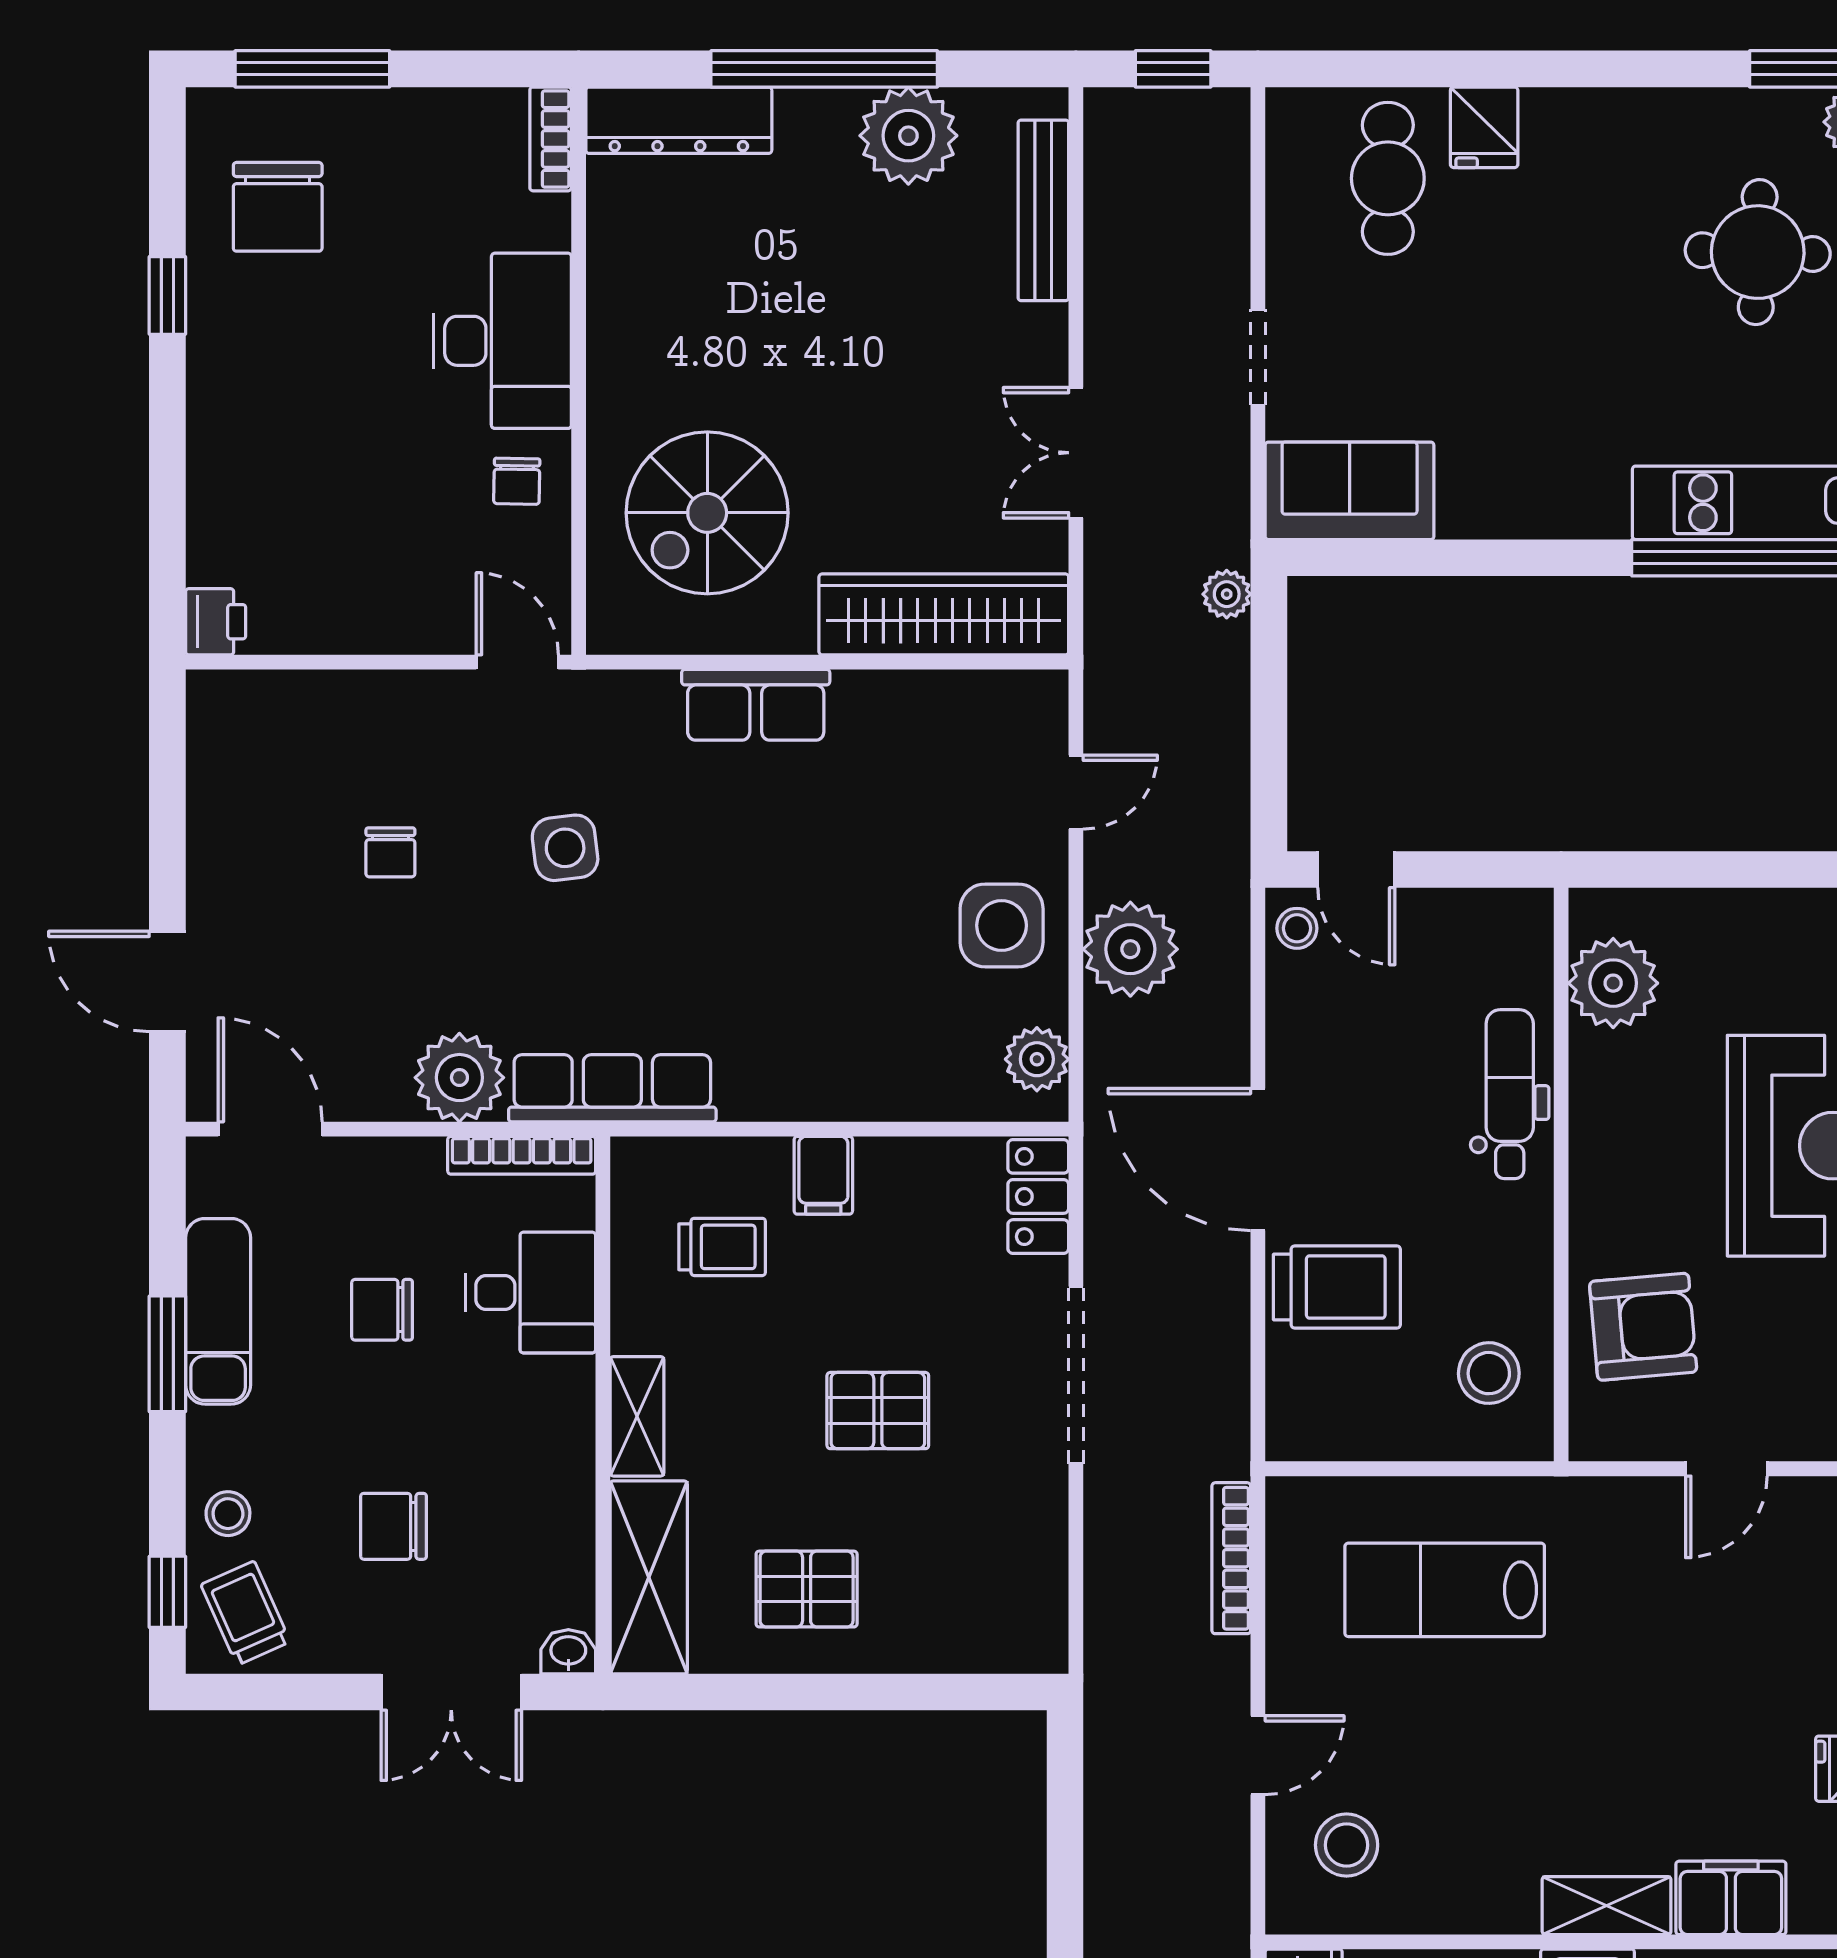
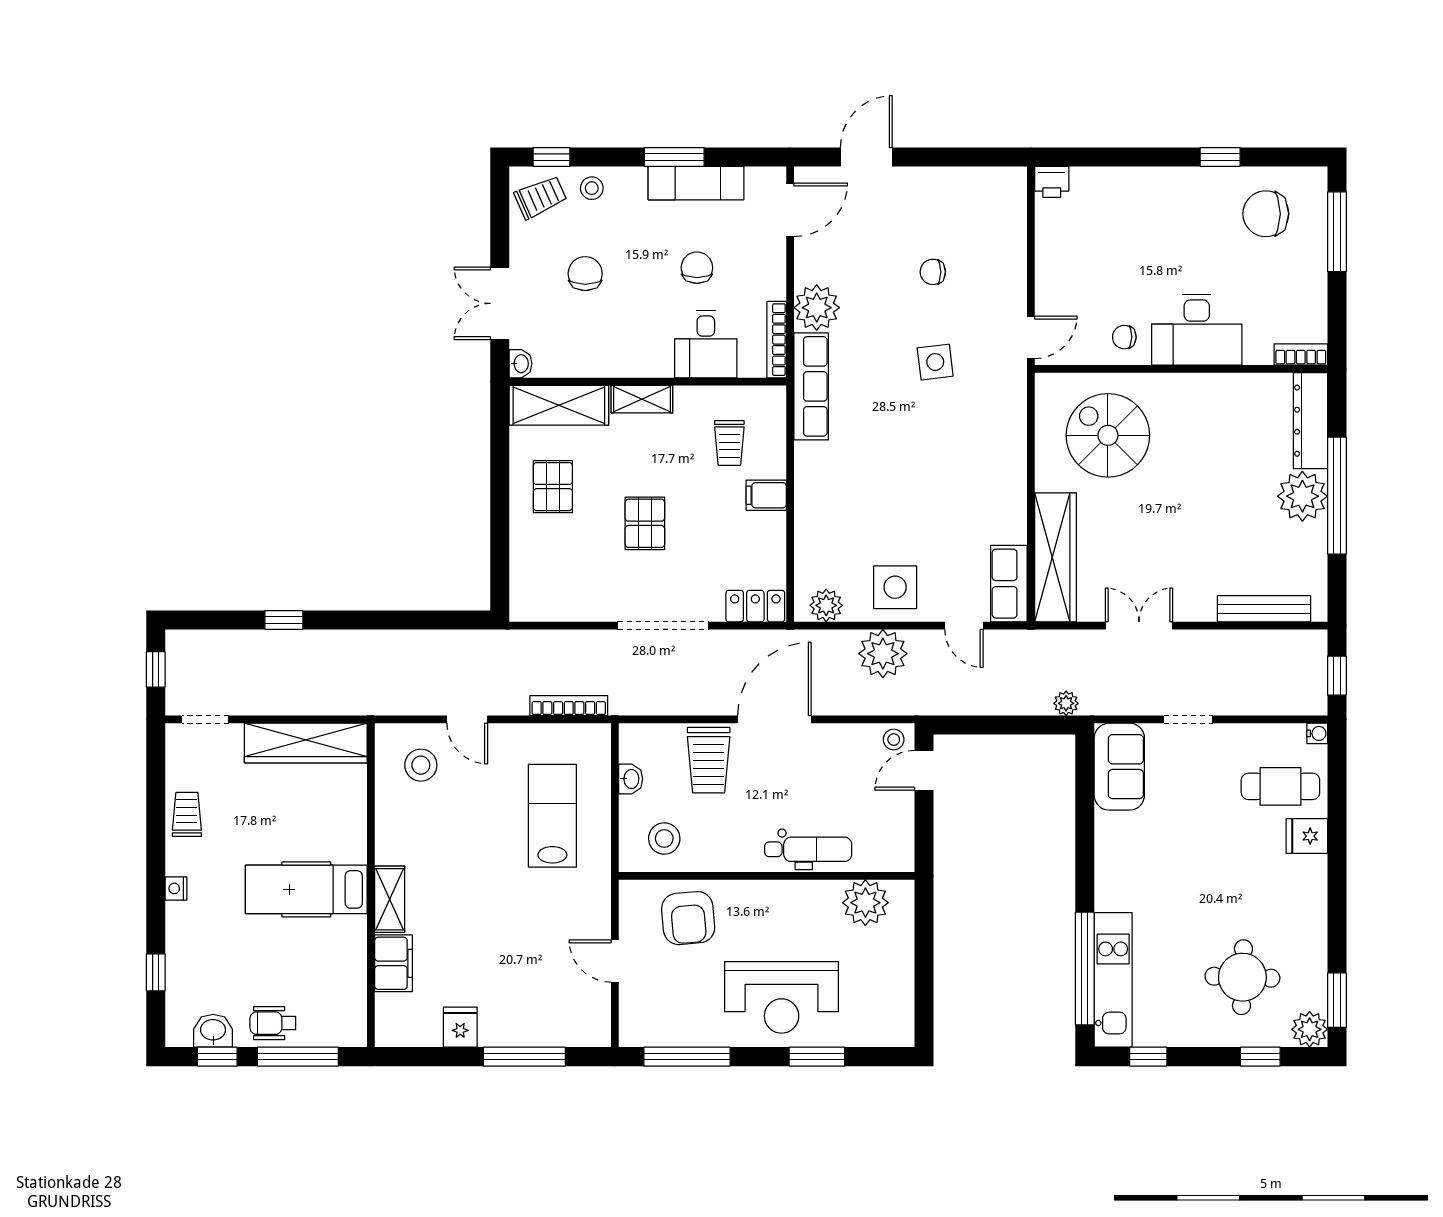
water cooler: (1285, 107) -> (1317, 733), added
plant: (908, 136) -> (1302, 496), moved
row of seats: (756, 705) -> (1009, 584), moved
washbasin: (1373, 1438) -> (631, 779), added

